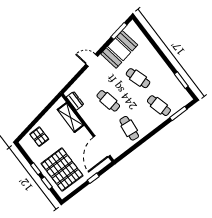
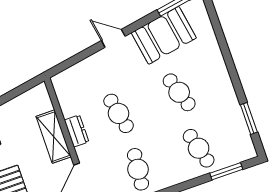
dresser: (75, 101) -> (77, 131), moved
shelving: (70, 117) -> (54, 137), moved

